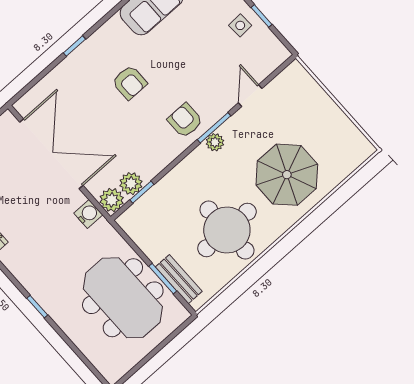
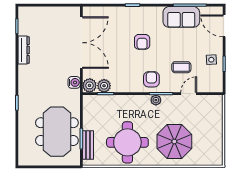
coffee table: (210, 70) -> (181, 67), added

